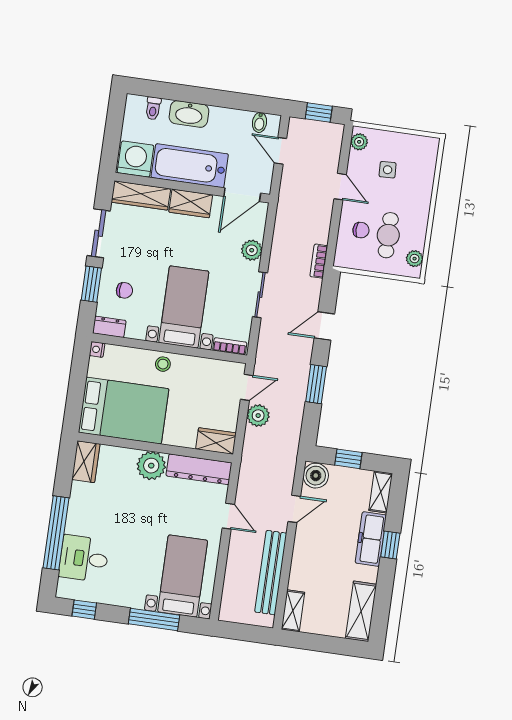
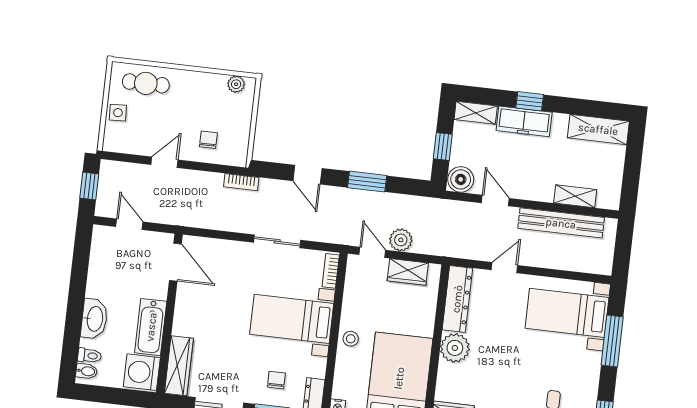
bidet: (260, 122) -> (87, 371), moved
plant: (359, 142) -> (118, 144), removed
door: (280, 151) -> (129, 224), swing flipped
bathtub: (190, 166) -> (151, 327), width x0.73, depth x0.73
side table: (388, 170) -> (118, 113), moved
wardrobe: (191, 203) -> (186, 315), removed
cafe table: (388, 235) -> (146, 83), moved
plant: (252, 250) -> (232, 251), removed
wardrobe: (216, 441) -> (408, 272), moved, turned -90
shelving: (293, 611) -> (575, 196), moved

